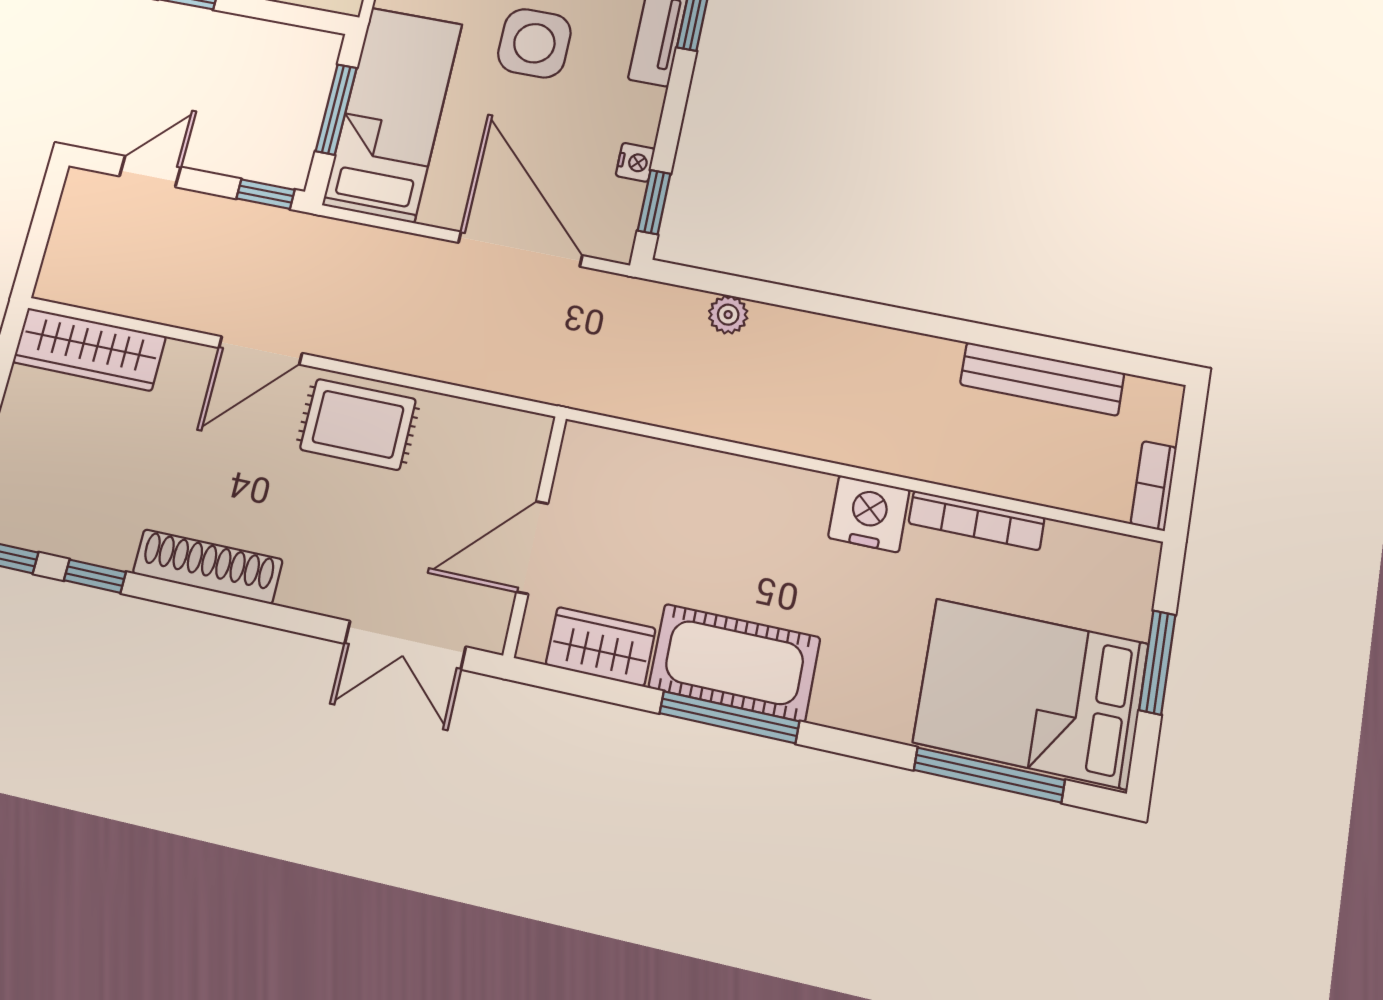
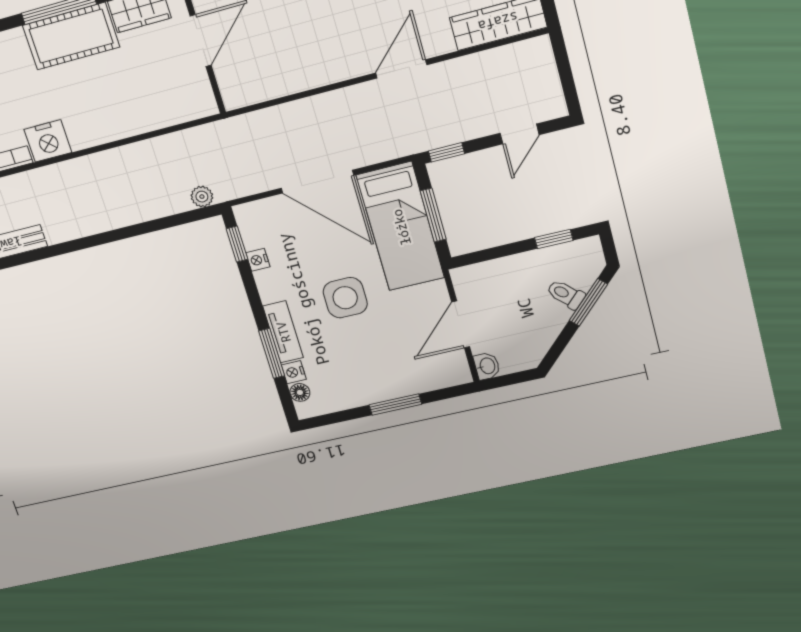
door: (520, 249) -> (317, 182), moved
plant: (728, 315) -> (202, 197), moved
rug: (358, 424) -> (326, 57), removed

